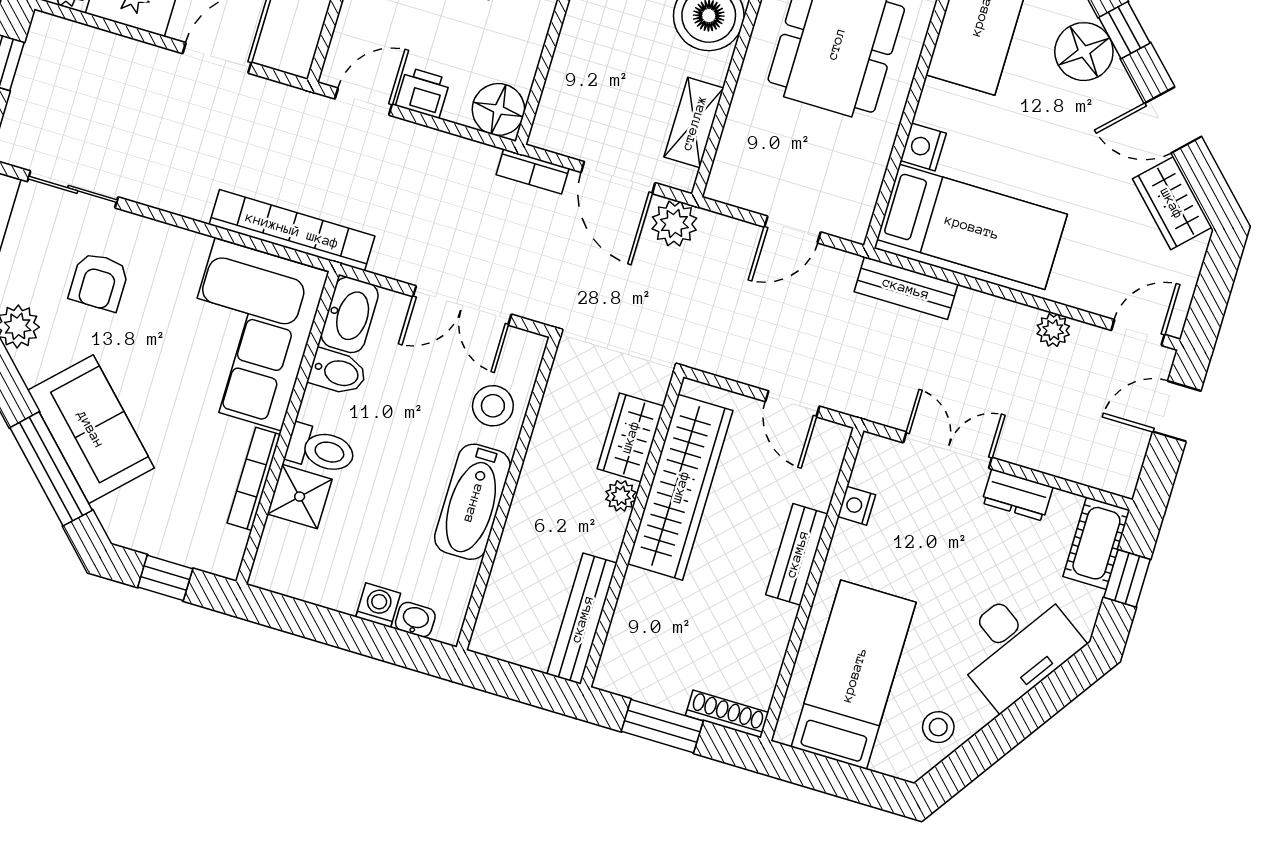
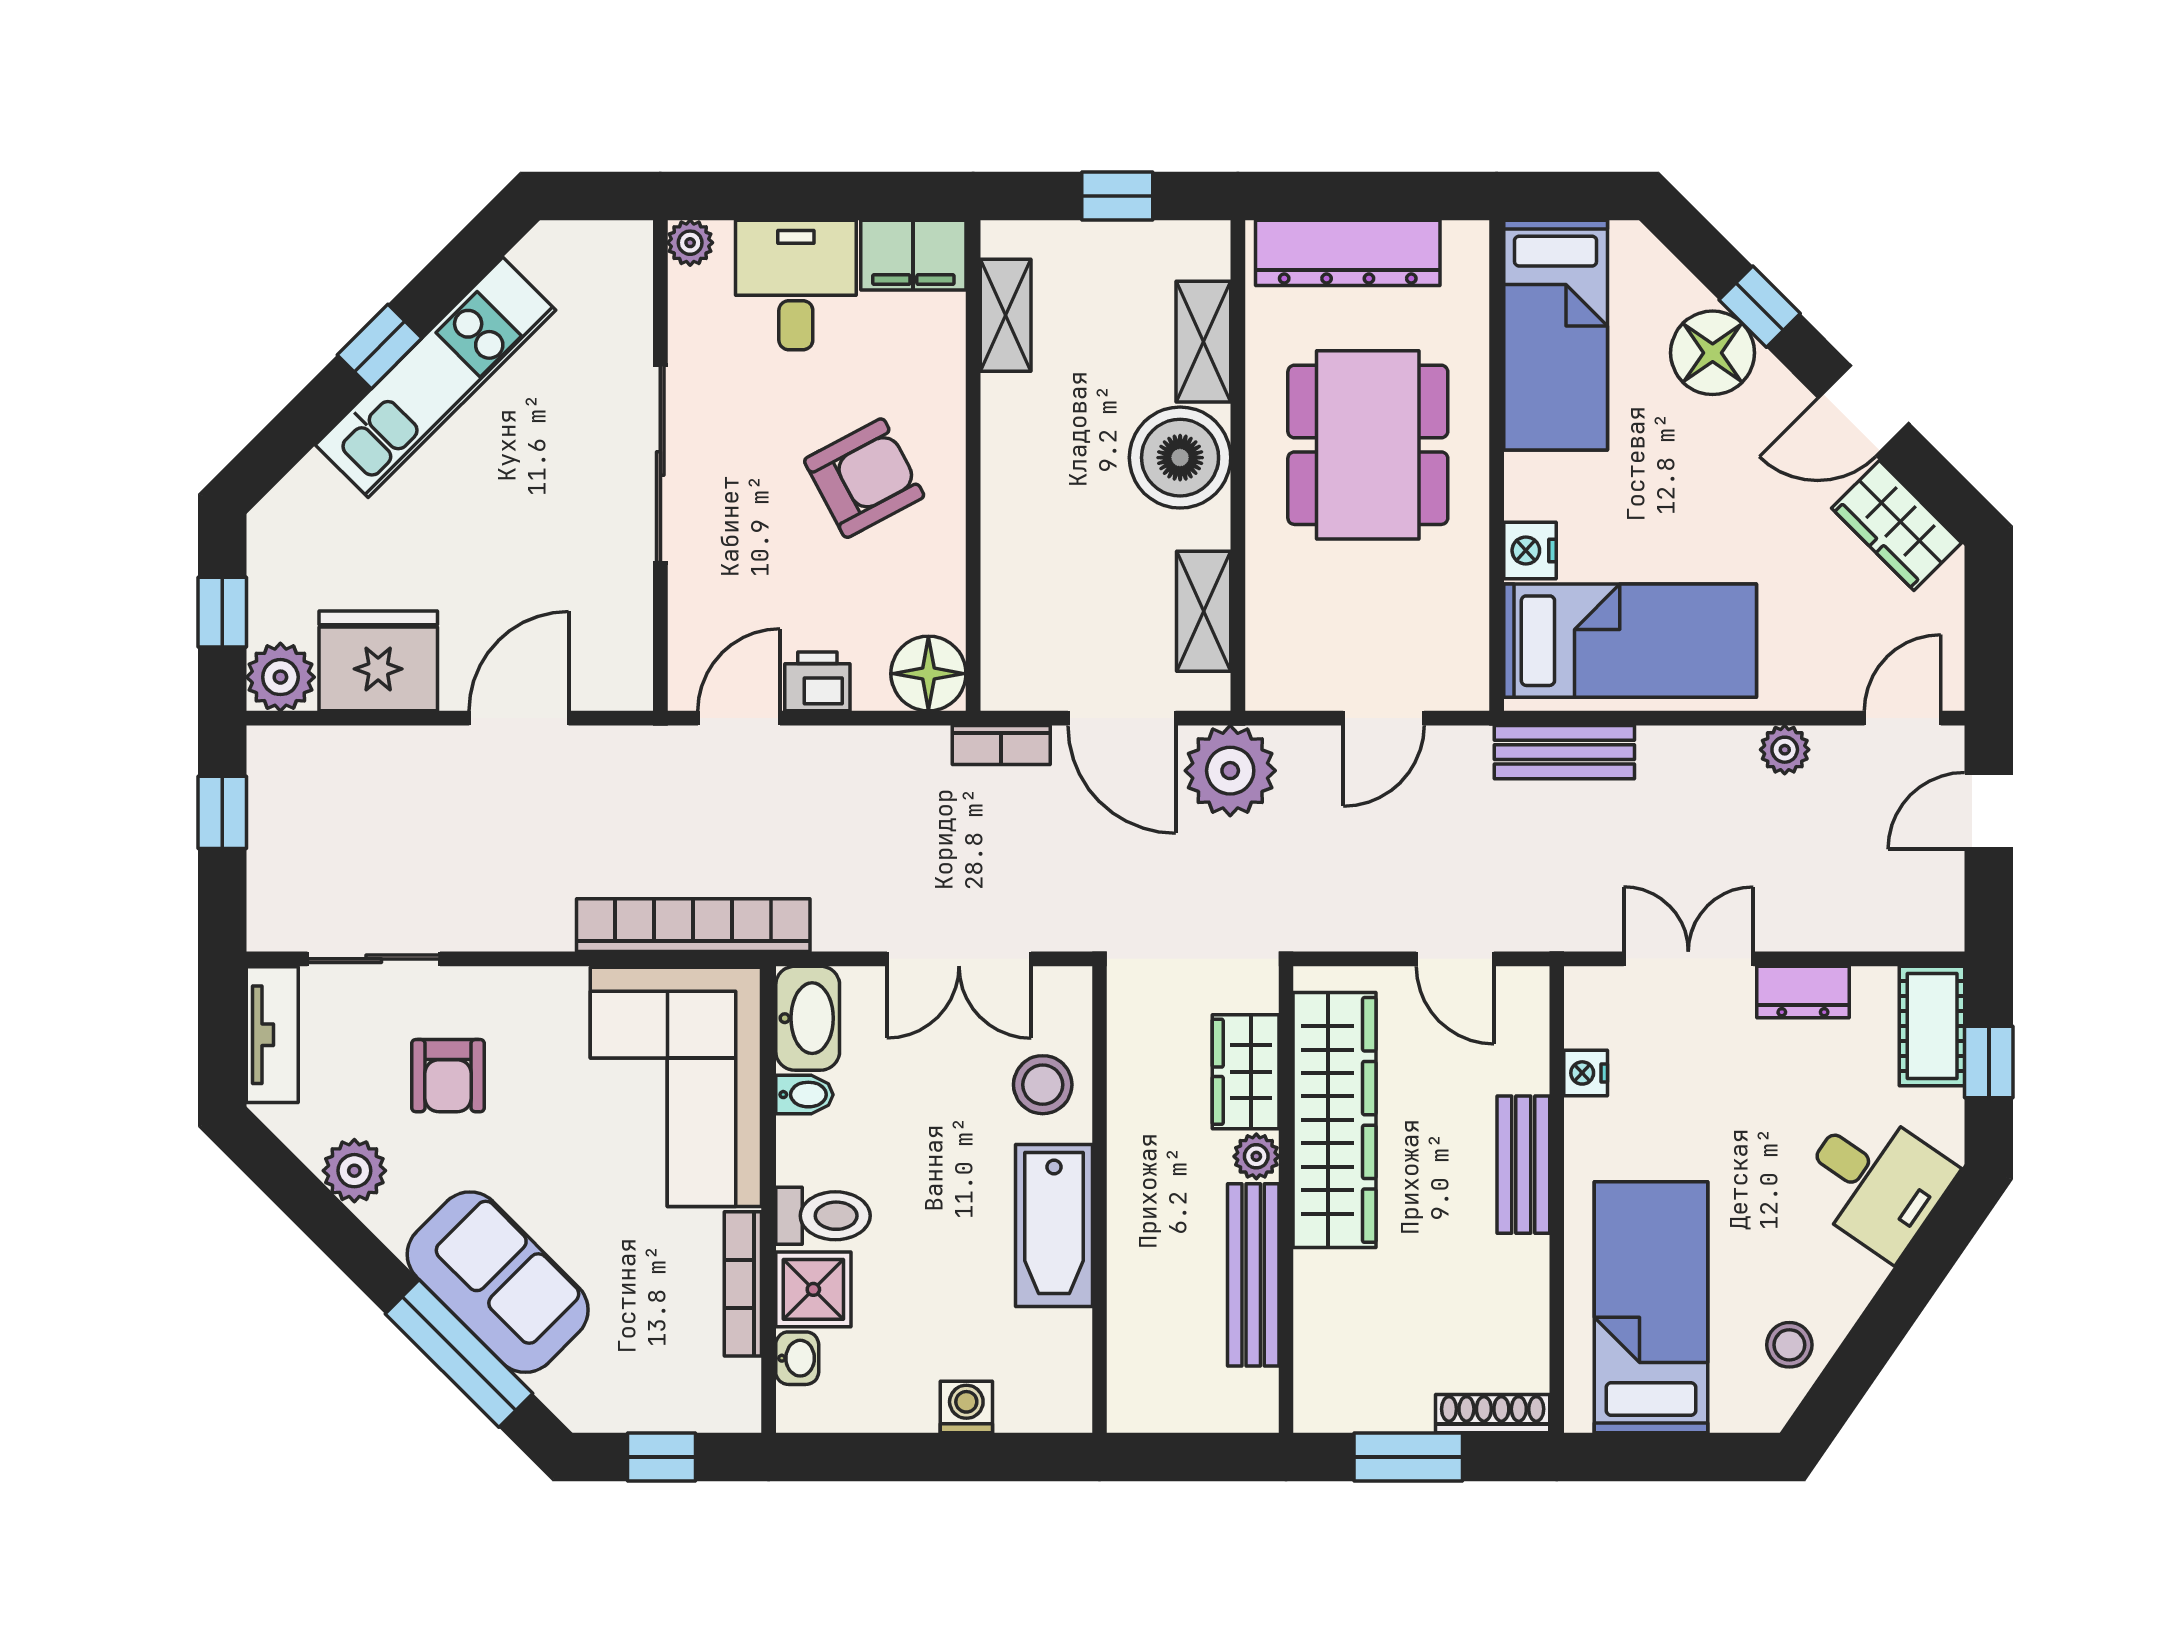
plant: (674, 224) -> (1230, 771), width x1.36, depth x1.36
bidet: (338, 372) -> (804, 1095), width x0.72, depth x0.74
bench: (582, 619) -> (1253, 1275), moved
washbasin: (415, 620) -> (797, 1358), moved, turned 90
desk: (1016, 645) -> (1876, 1181), width x0.73

